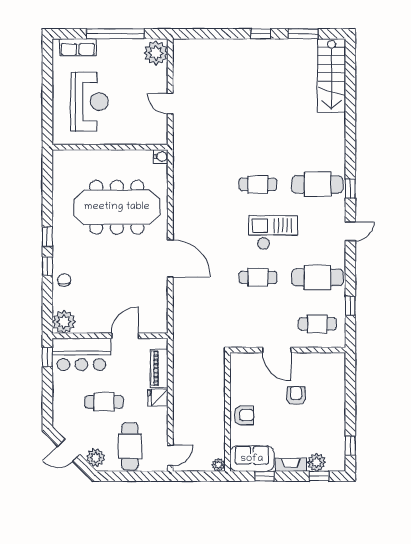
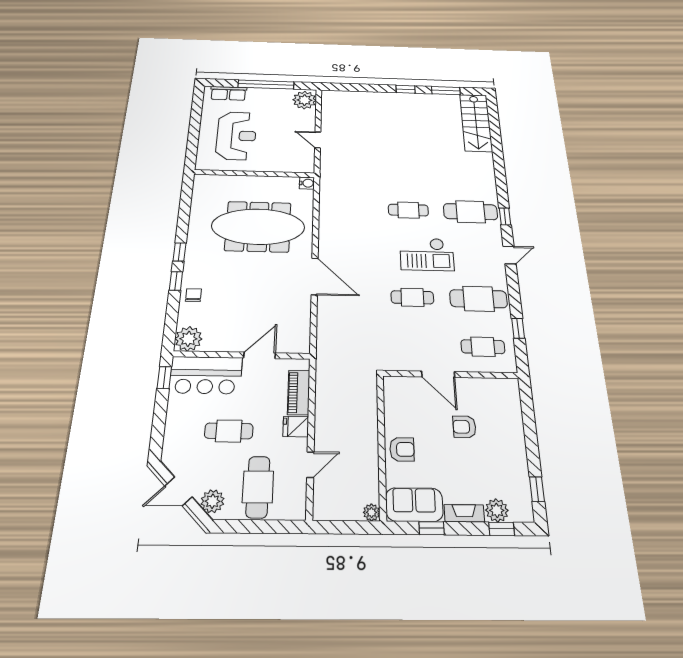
checkout: (273, 232) -> (427, 254), turned 180
armchair: (296, 396) -> (464, 427), turned -90
door: (170, 455) -> (310, 465), moved

